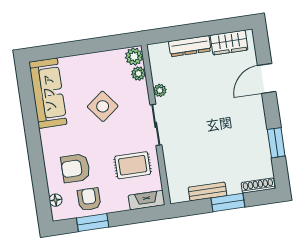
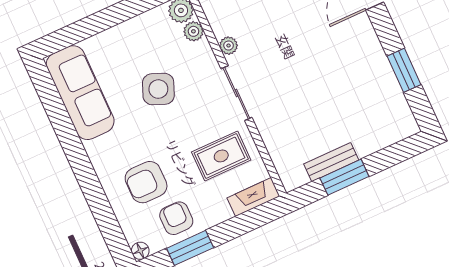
side table: (103, 106) -> (158, 89), turned -30
shoe rack: (258, 186) -> (396, 135), removed
floor lamp: (56, 200) -> (140, 251), moved
window: (228, 203) -> (344, 177), moved

